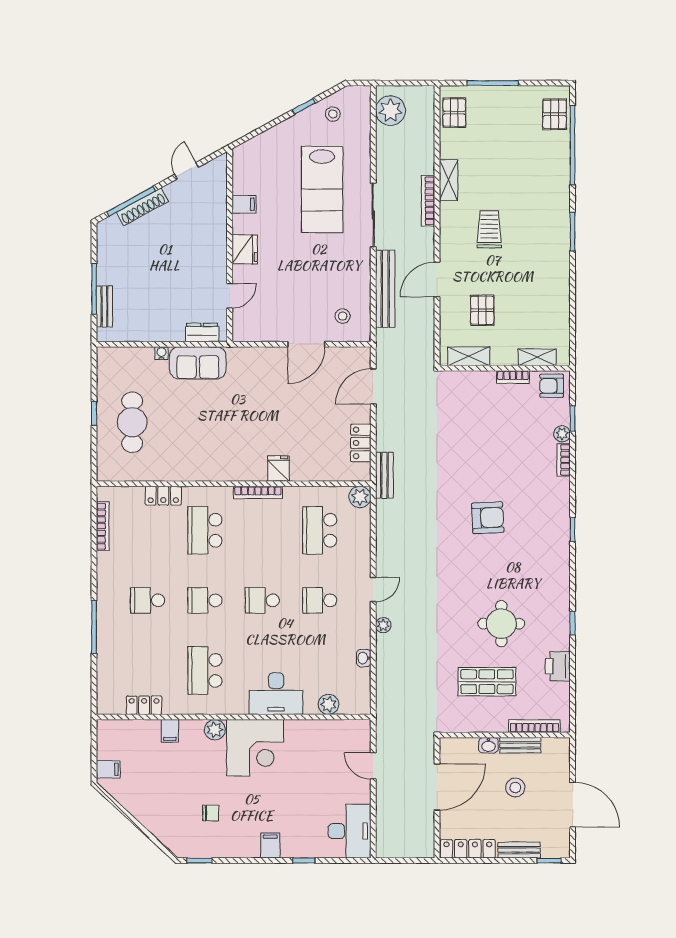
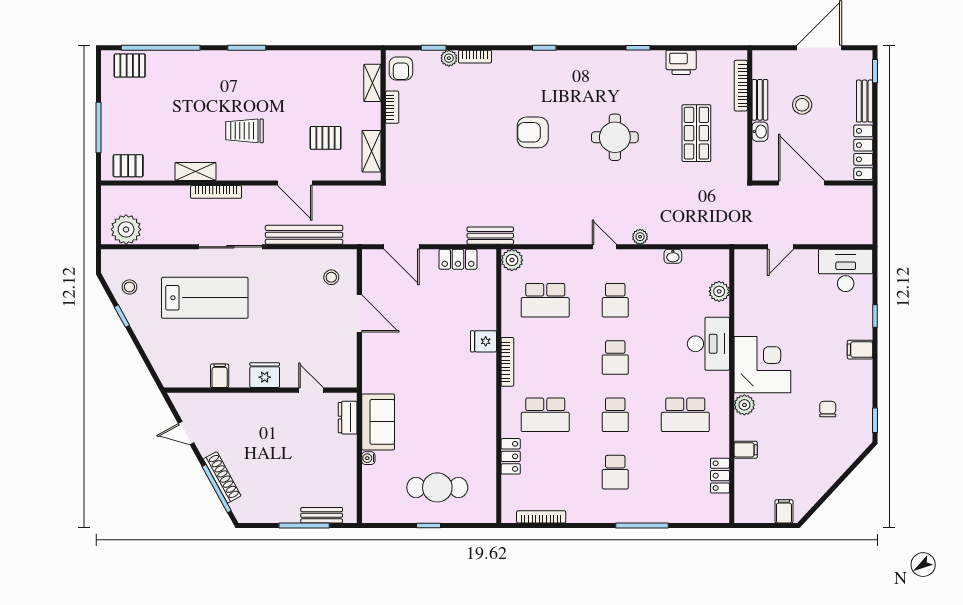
armchair: (488, 518) -> (533, 132), turned -87
round table: (501, 624) -> (615, 137), moved

